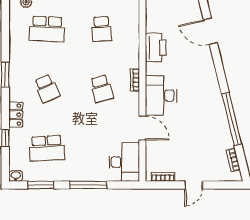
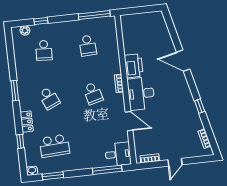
school desk: (47, 29) -> (44, 50), width x0.54
door: (210, 31) -> (183, 61), moved
printer: (156, 48) -> (134, 66), moved
window: (232, 119) -> (200, 106), width x0.32
desk: (124, 162) -> (118, 154), width x0.73
window: (88, 185) -> (107, 170), moved

